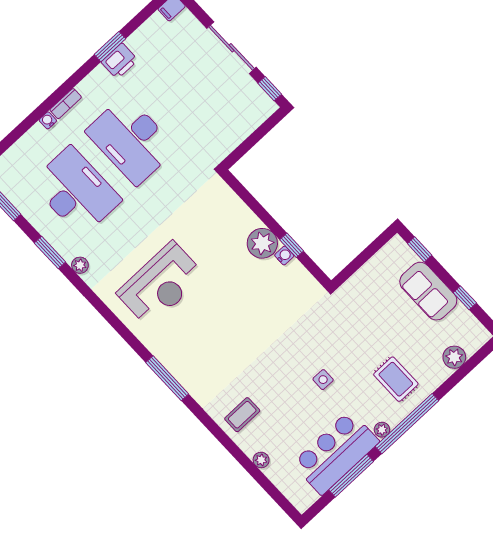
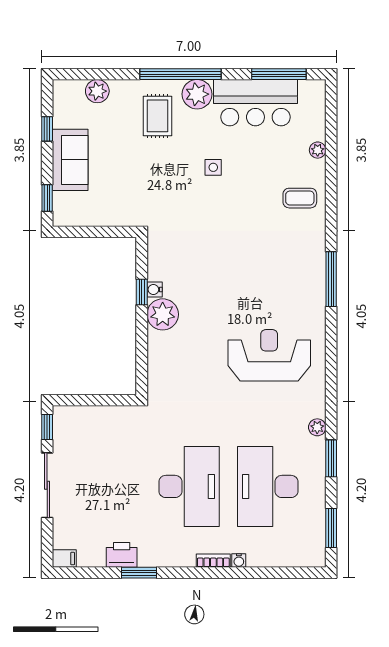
printer: (120, 61) -> (122, 555), moved
plant: (382, 430) -> (197, 94), width x1.87, depth x1.87
window: (351, 476) -> (279, 74), moved

